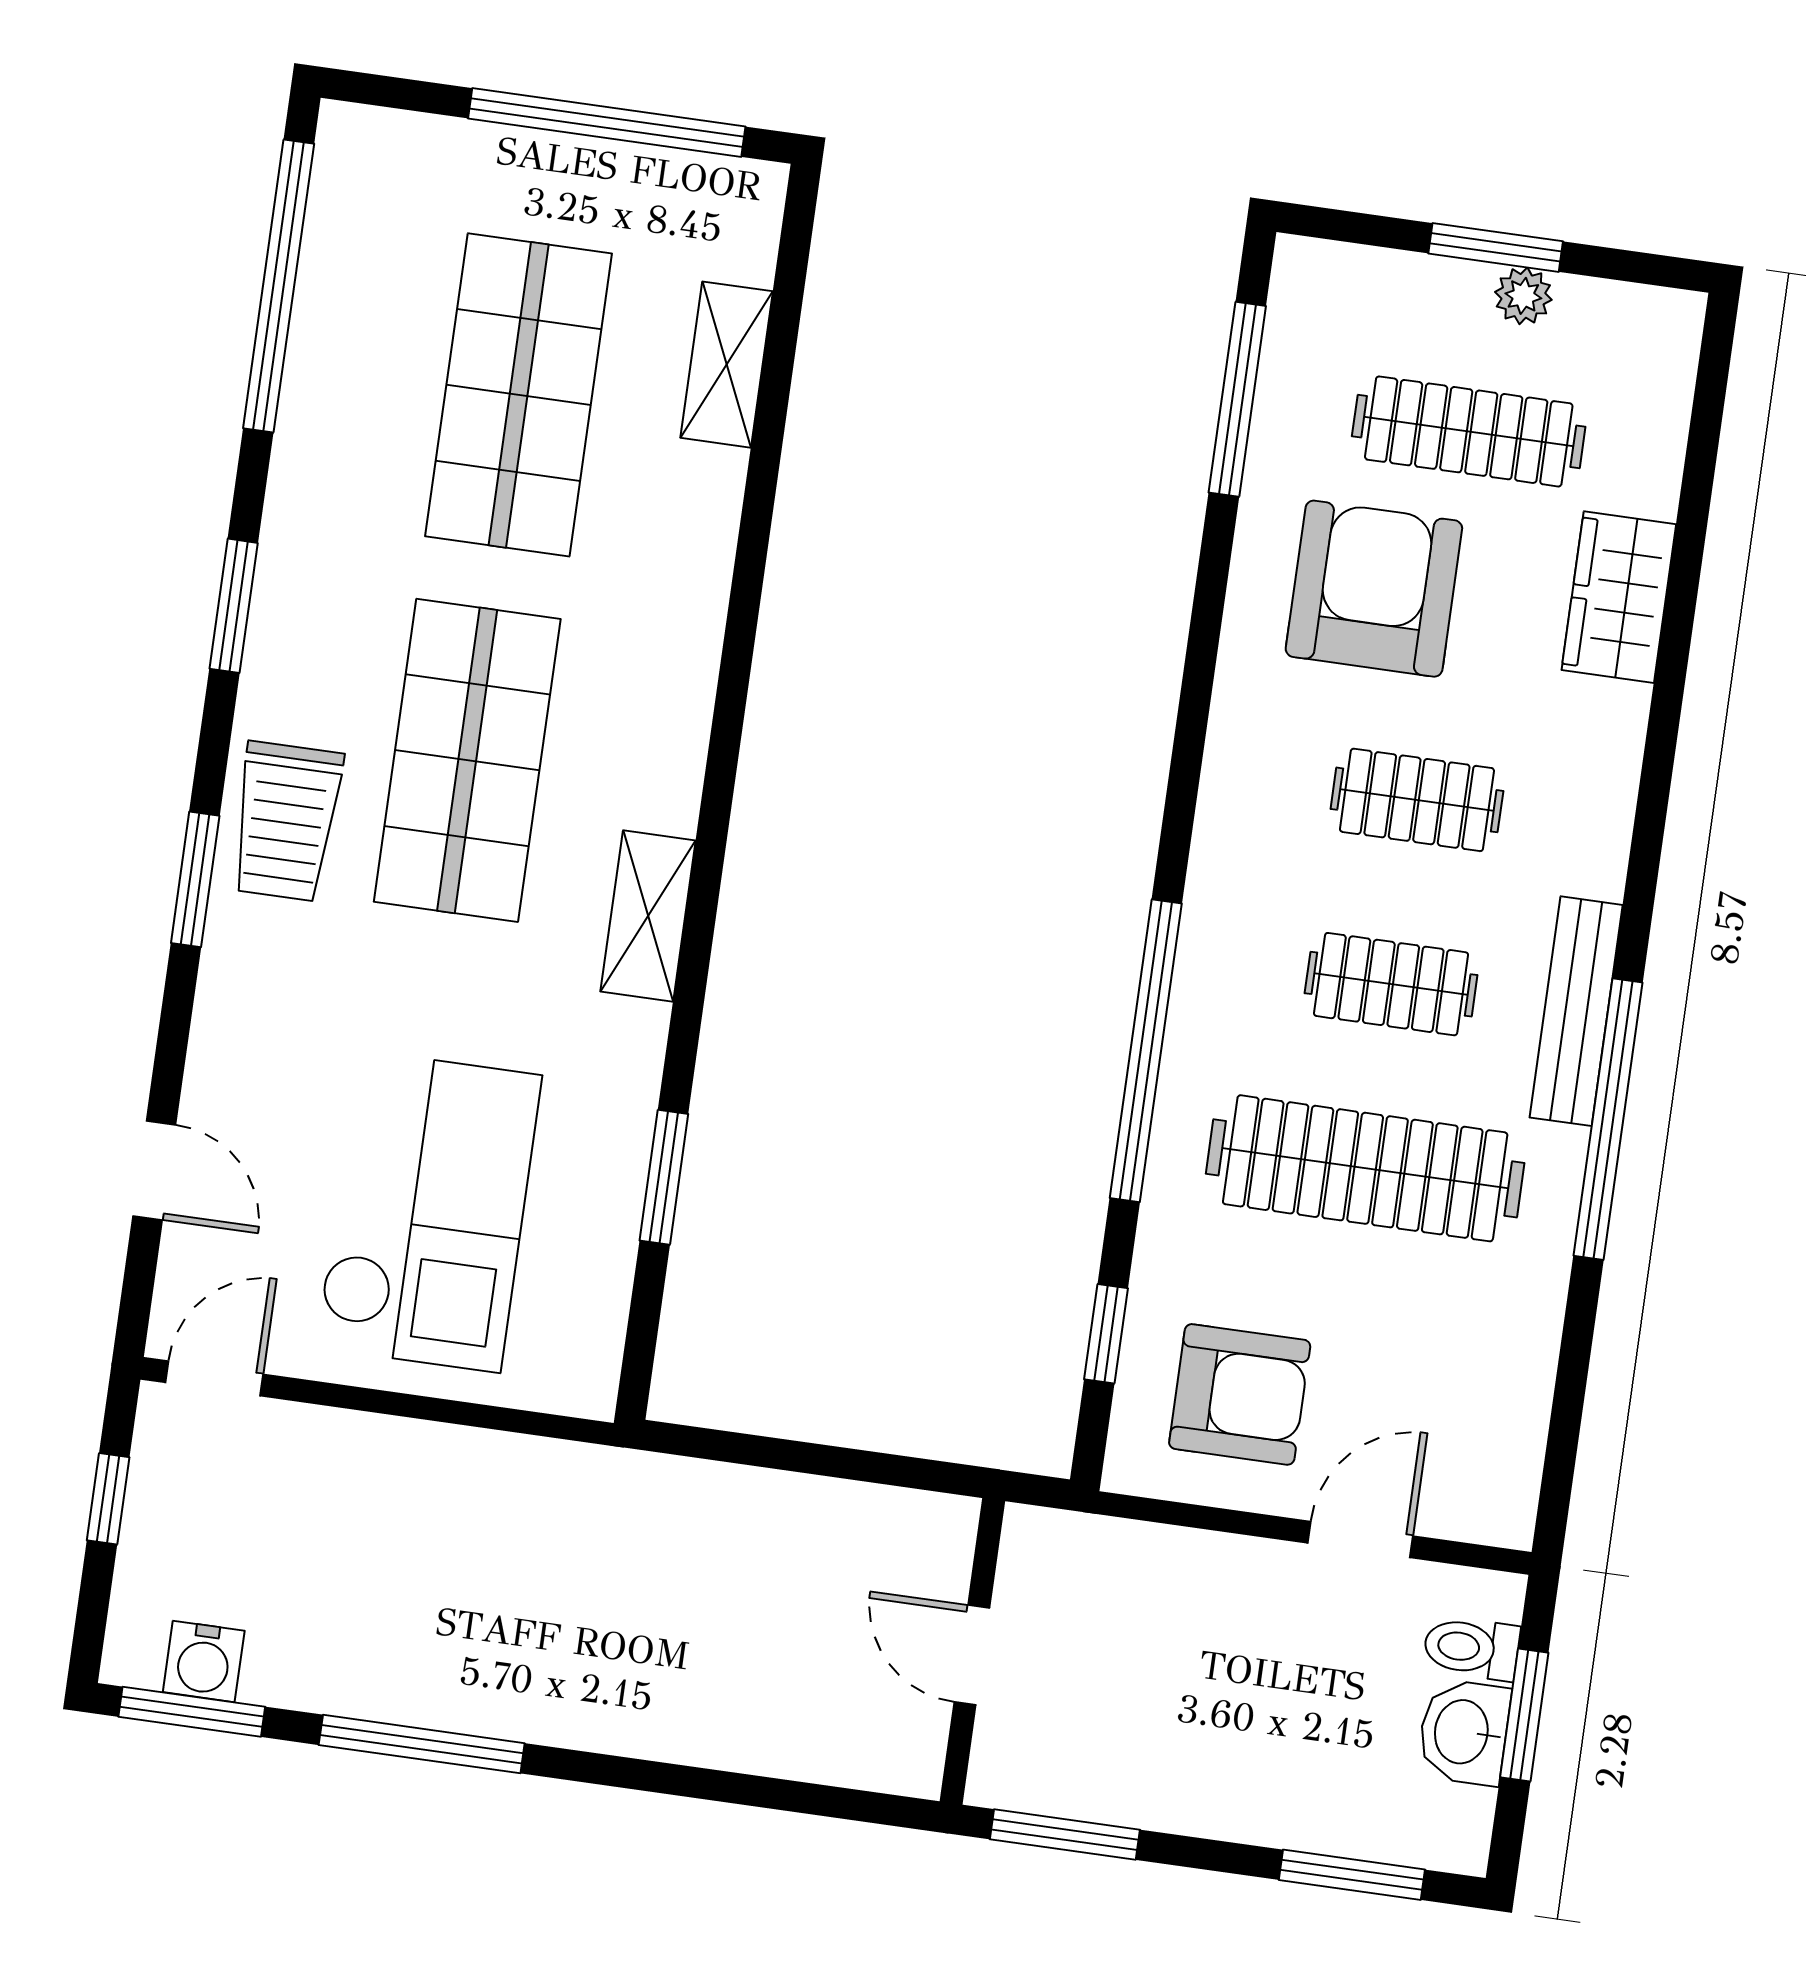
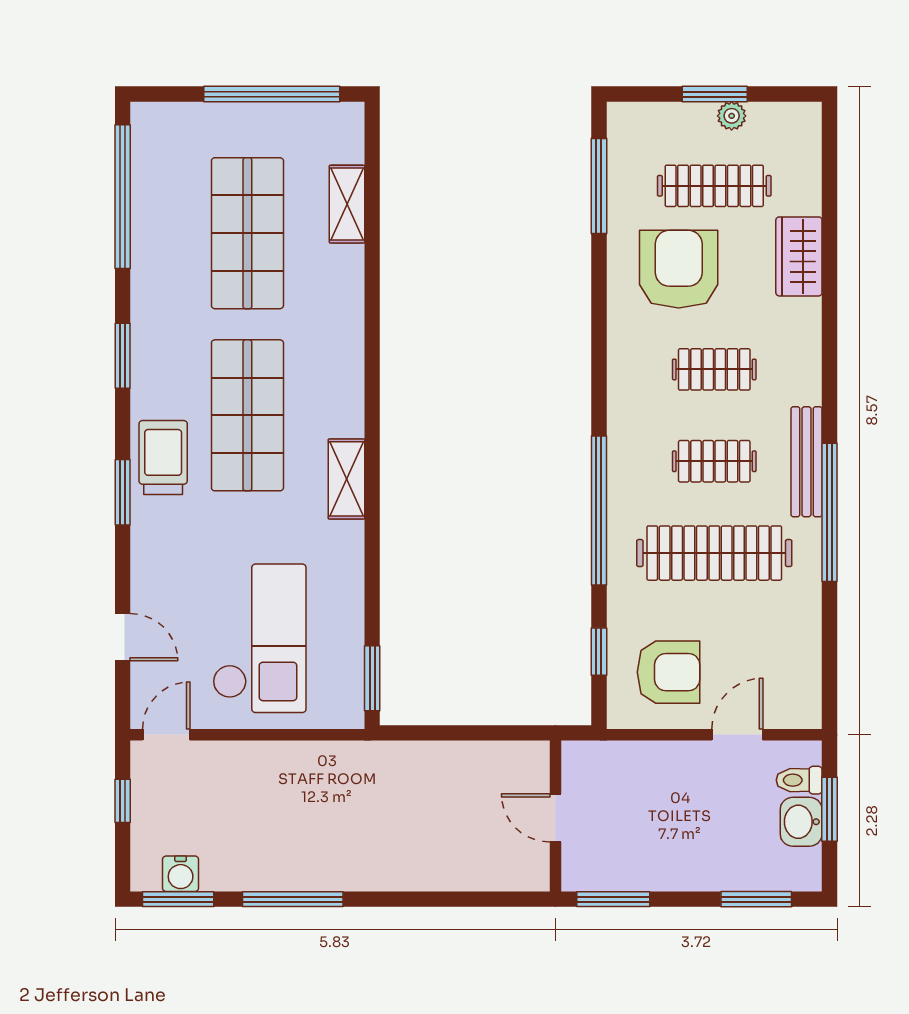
trolley: (286, 821) -> (163, 458), turned 180
window: (664, 1177) -> (372, 678), moved

